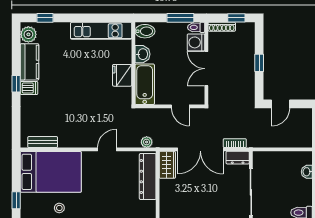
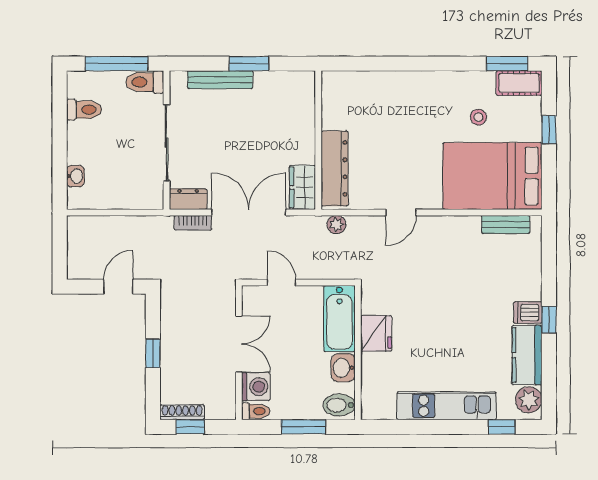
window: (180, 18) -> (303, 427), moved
shoe rack: (222, 27) -> (182, 412), moved
kitchen unit: (101, 31) -> (446, 406), moved

